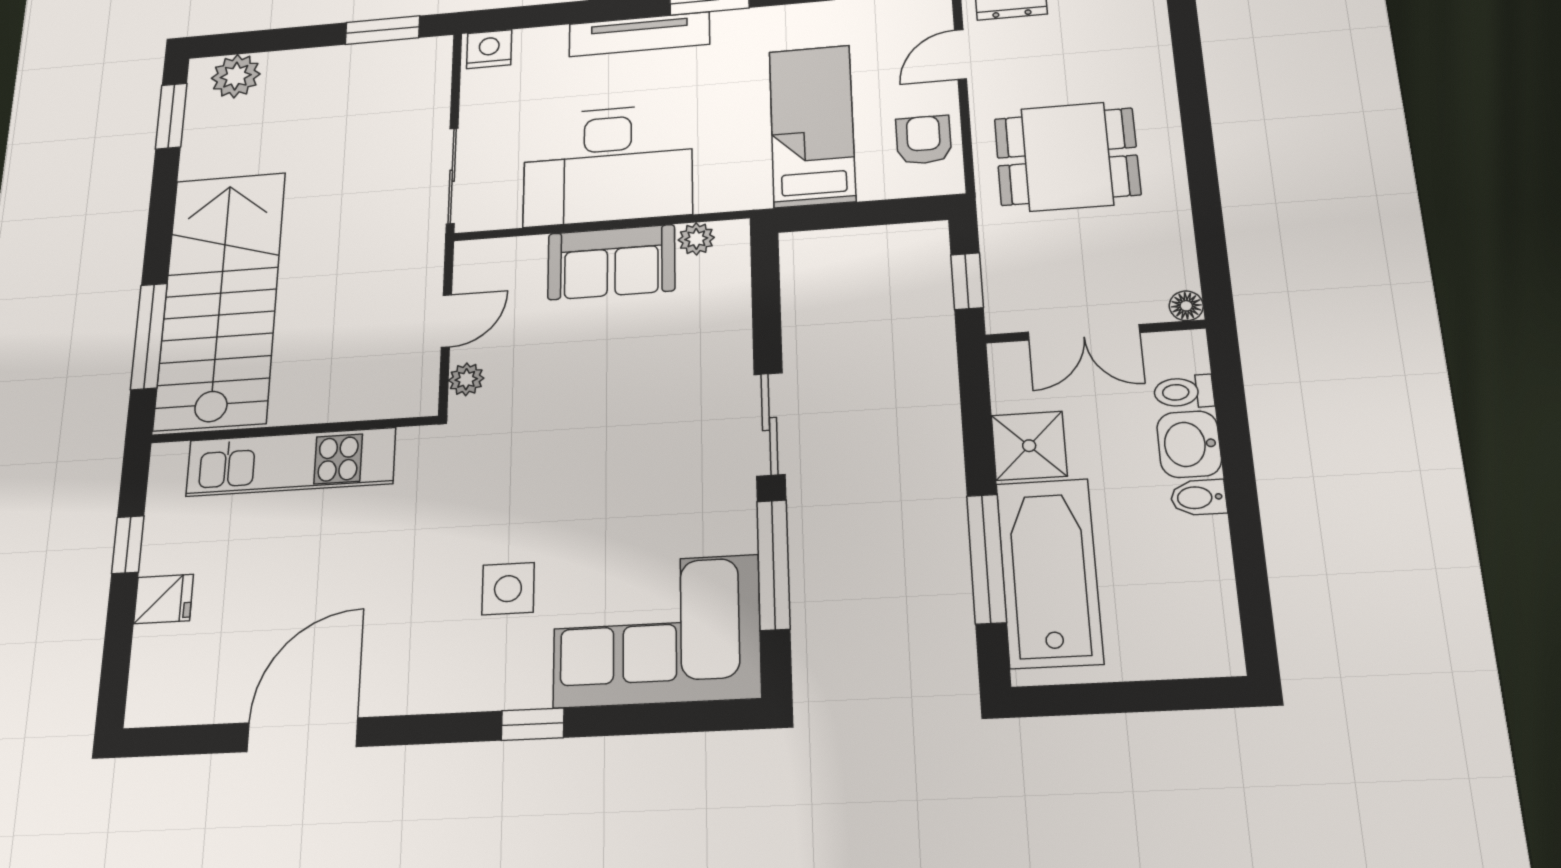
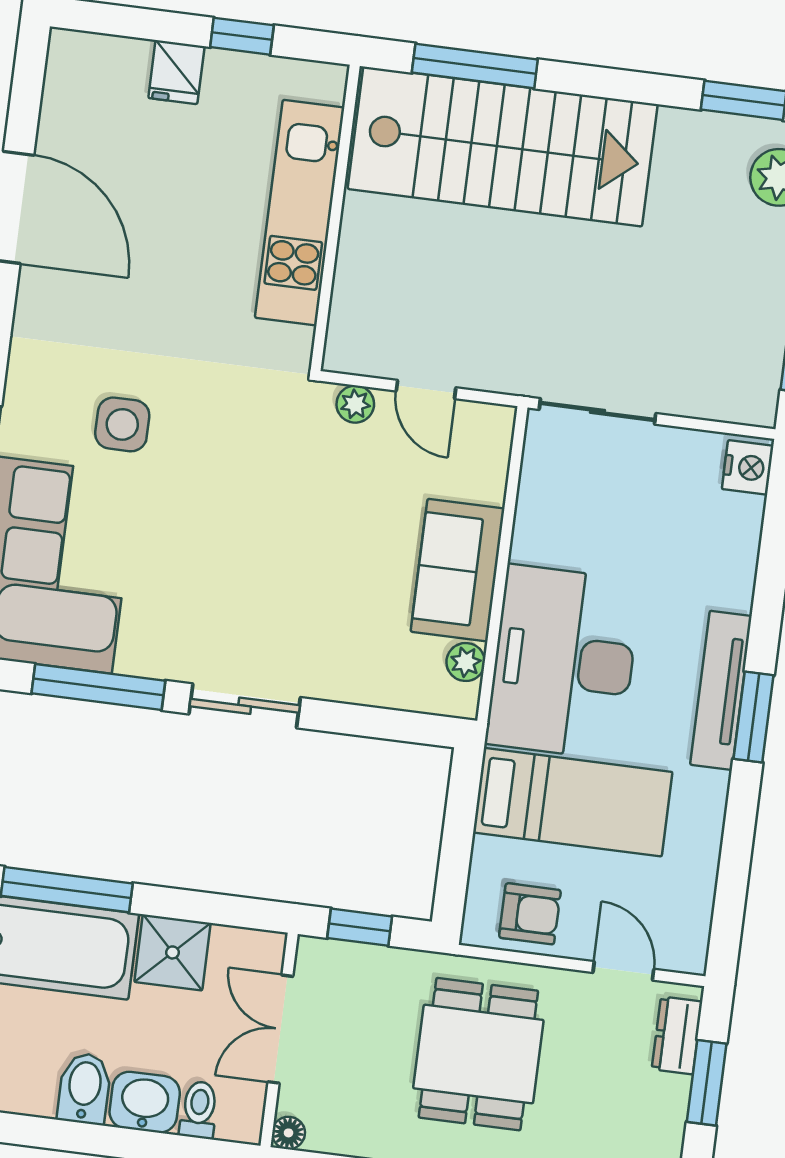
tv unit: (639, 34) -> (721, 690), moved
desk: (608, 165) -> (563, 662), moved
bidet: (1198, 498) -> (84, 1088), width x1.38, depth x1.36

